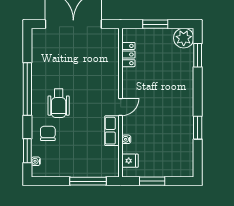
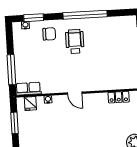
wheelchair: (59, 103) -> (75, 41), turned 90
row of seats: (112, 131) -> (28, 89), moved

